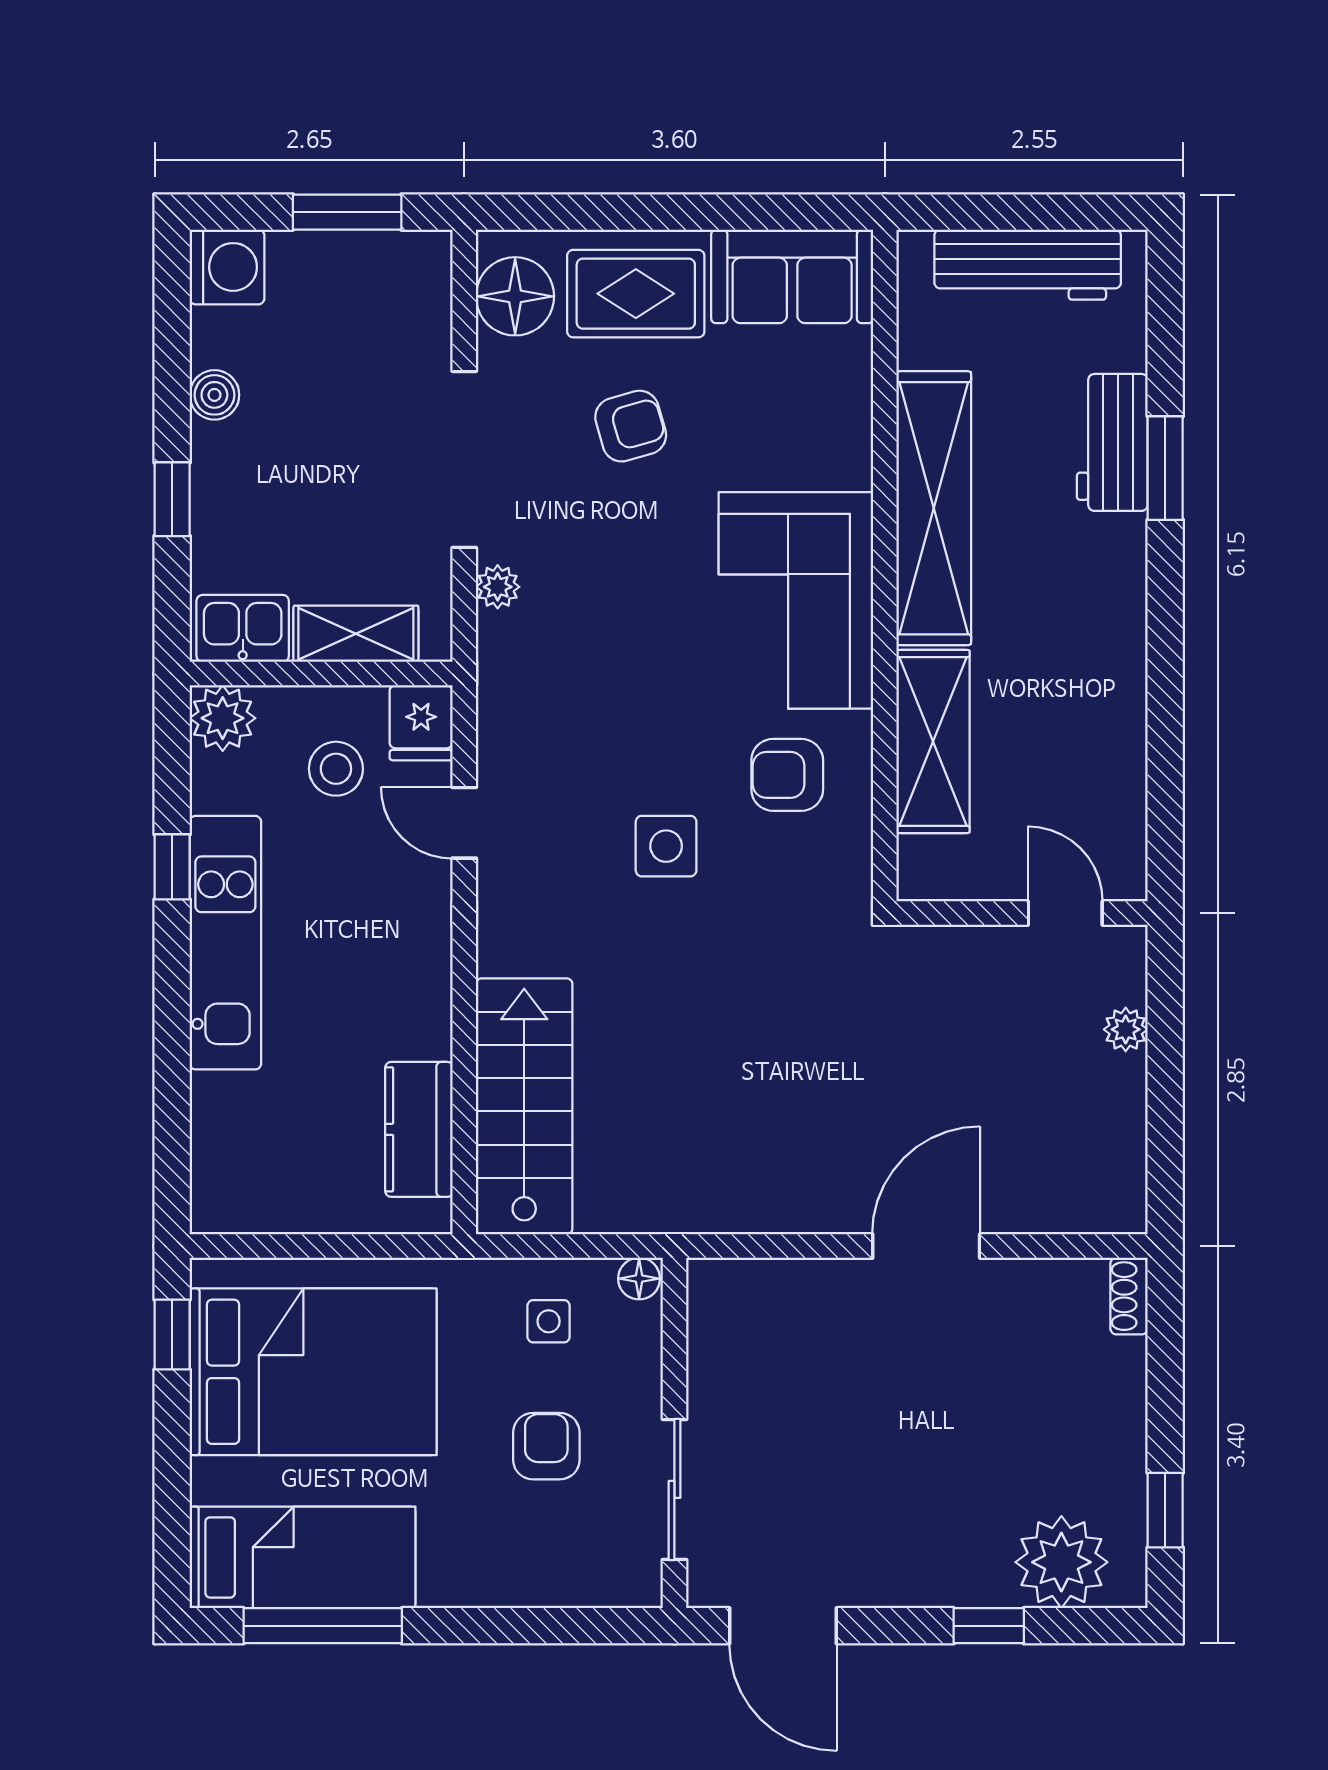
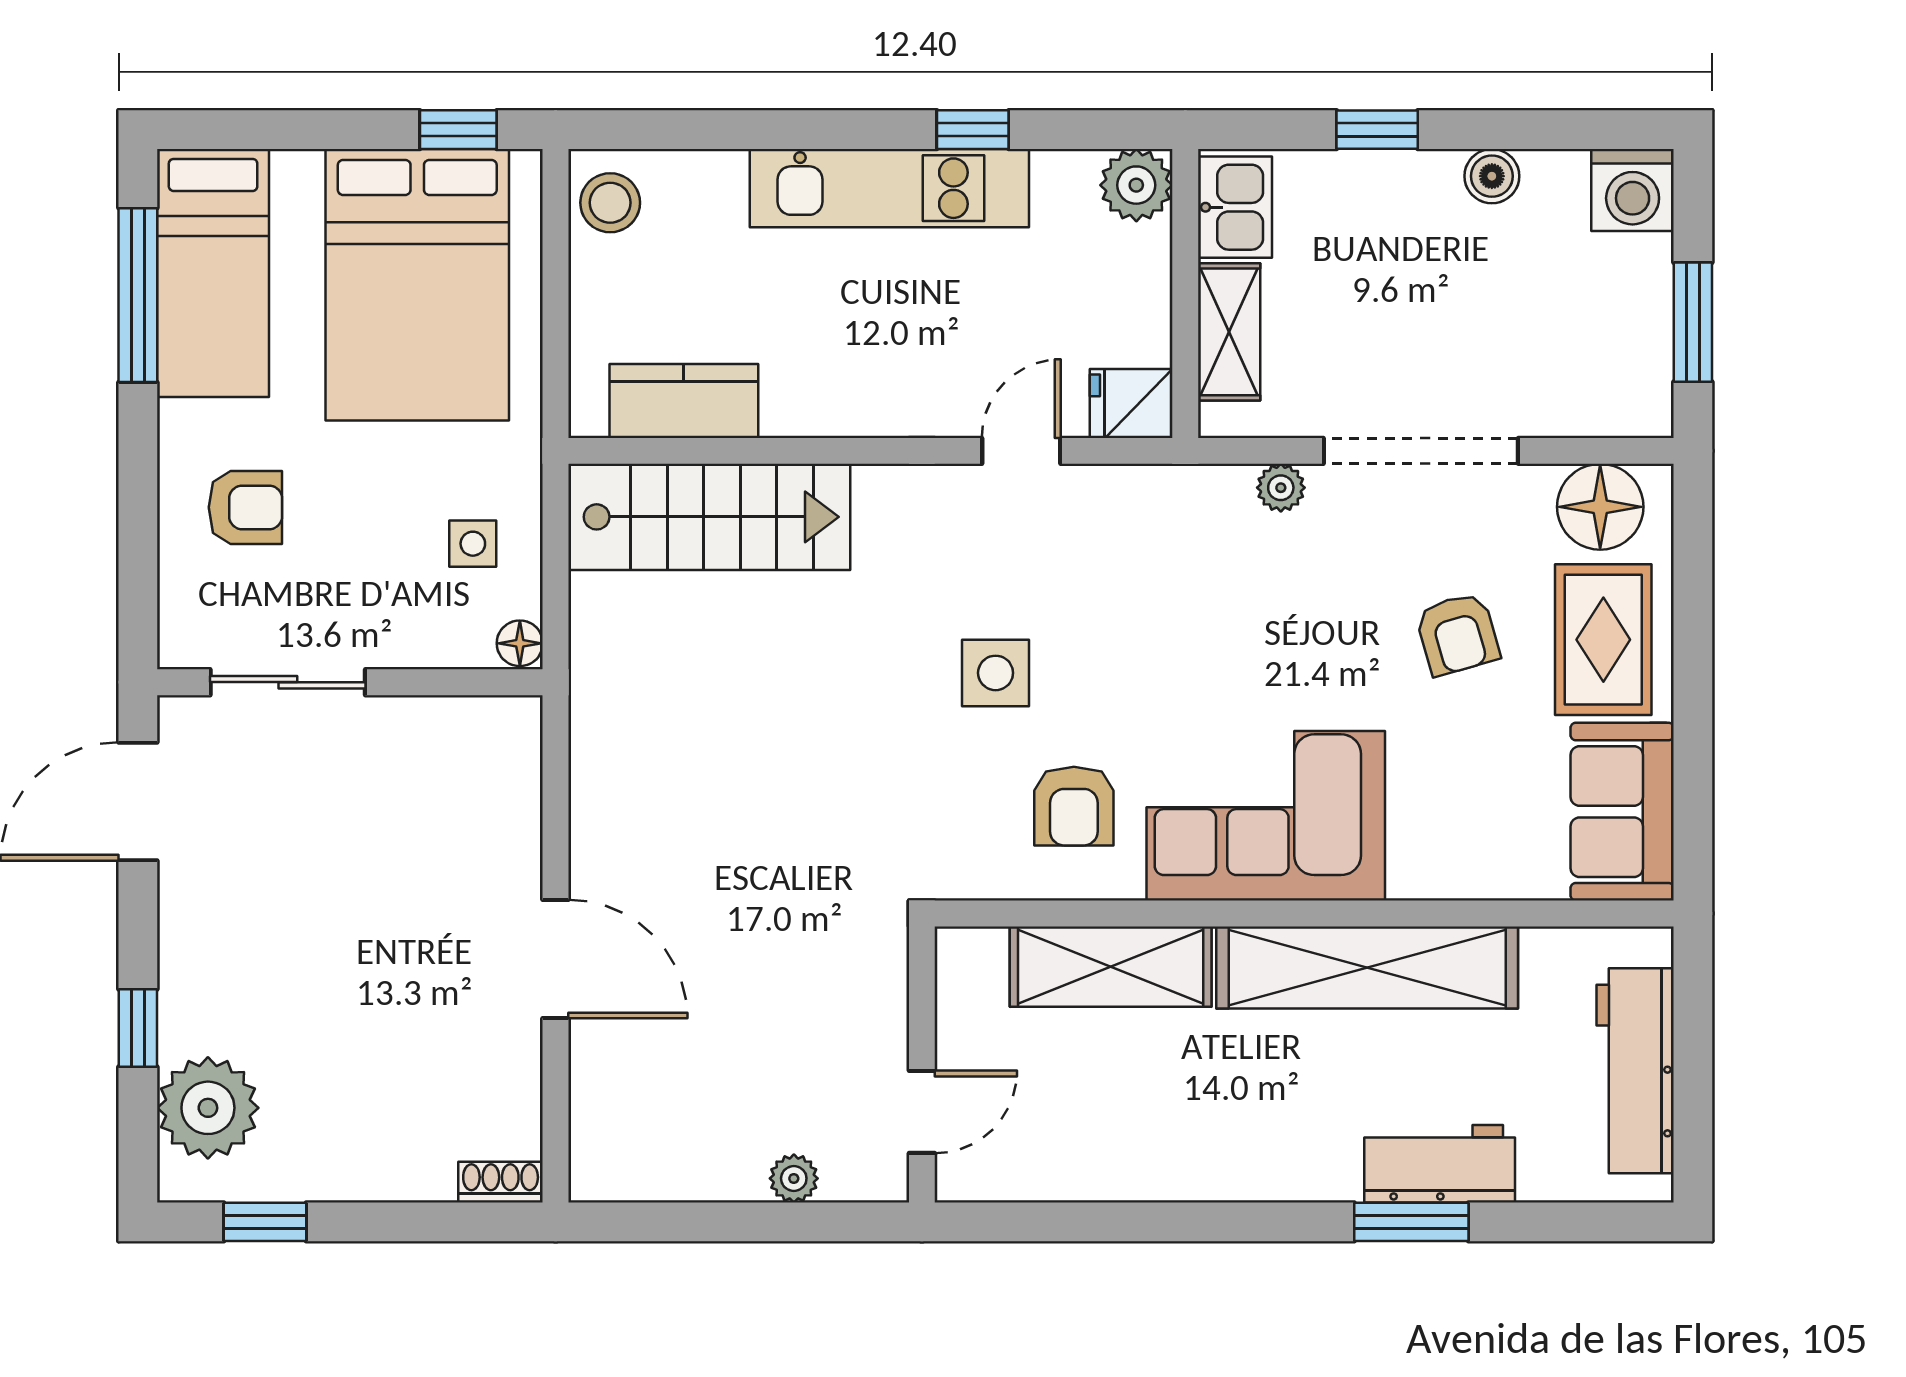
stool: (336, 769) -> (610, 203), moved
armchair: (787, 775) -> (1074, 806), turned 180
armchair: (546, 1446) -> (245, 507), moved

